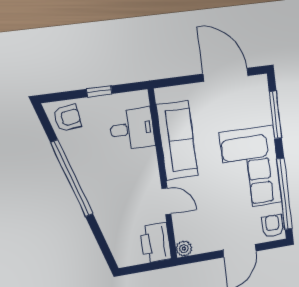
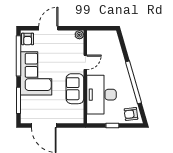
desk: (132, 129) -> (102, 95), width x1.87, depth x1.30
sofa: (177, 141) -> (75, 89), width x0.73
door: (166, 201) -> (85, 62), swing flipped
printer: (156, 243) -> (94, 41), removed

